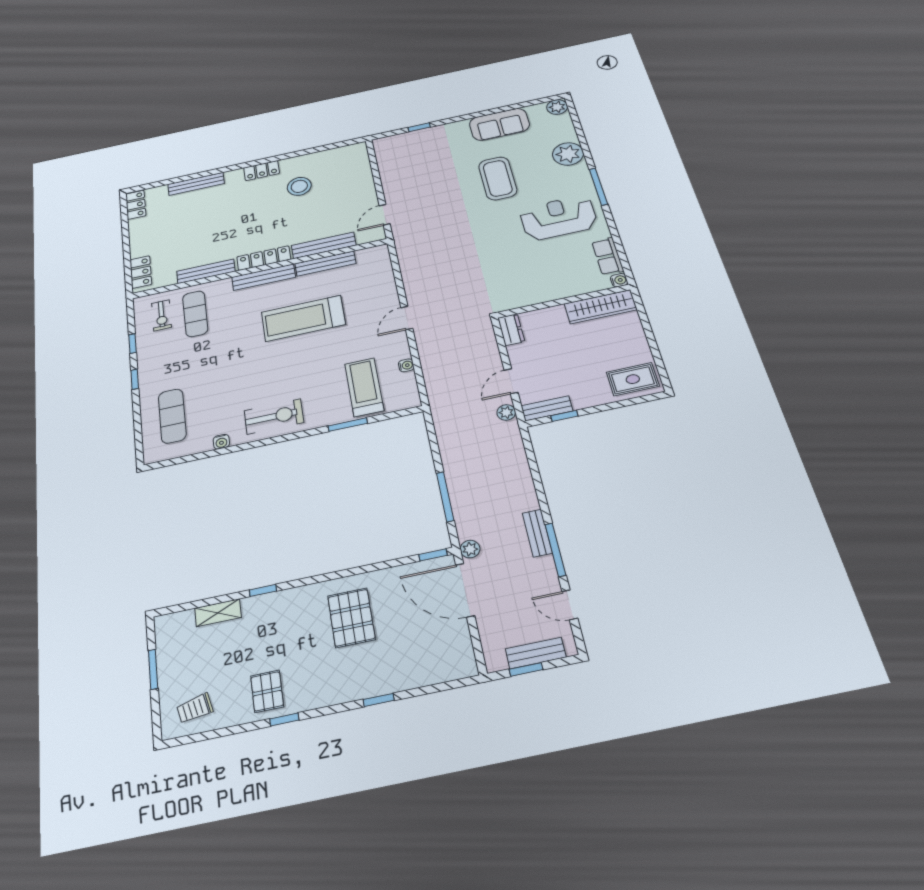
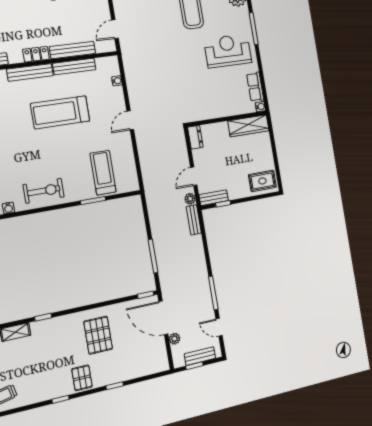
locker: (264, 258) -> (36, 54), width x0.66
water cooler: (406, 365) -> (117, 81), moved
bench: (537, 533) -> (194, 220), moved
plant: (470, 549) -> (175, 339), moved
pallet: (267, 691) -> (82, 378), moved

